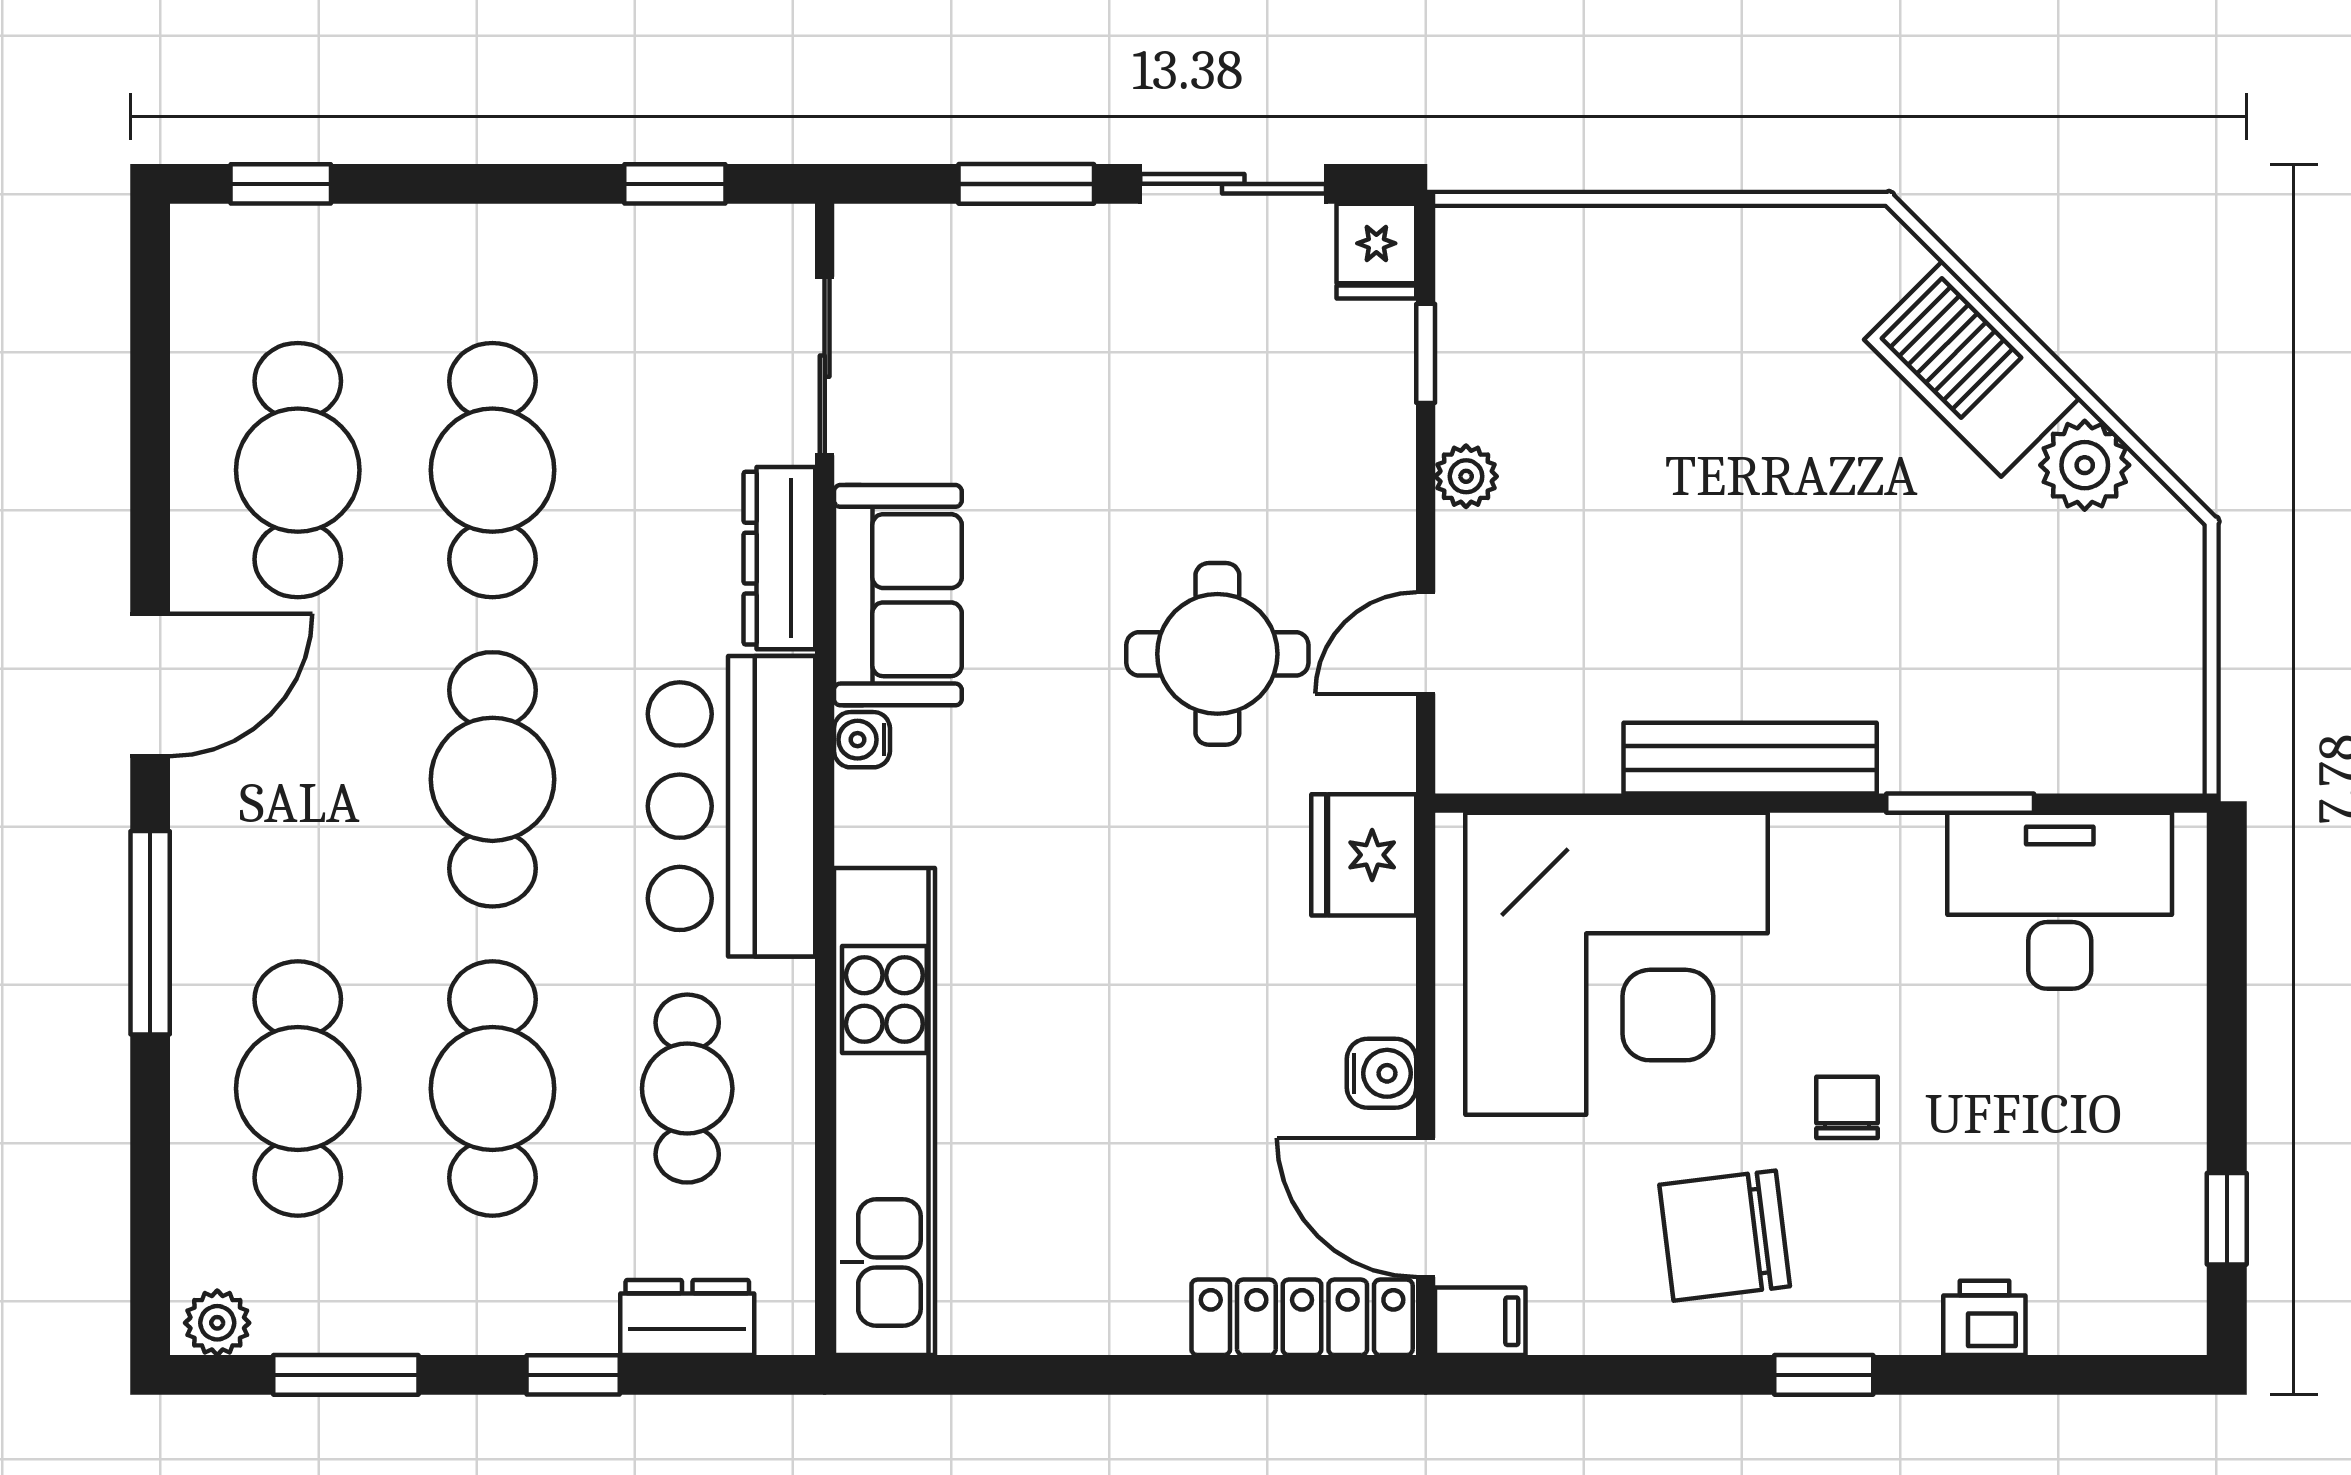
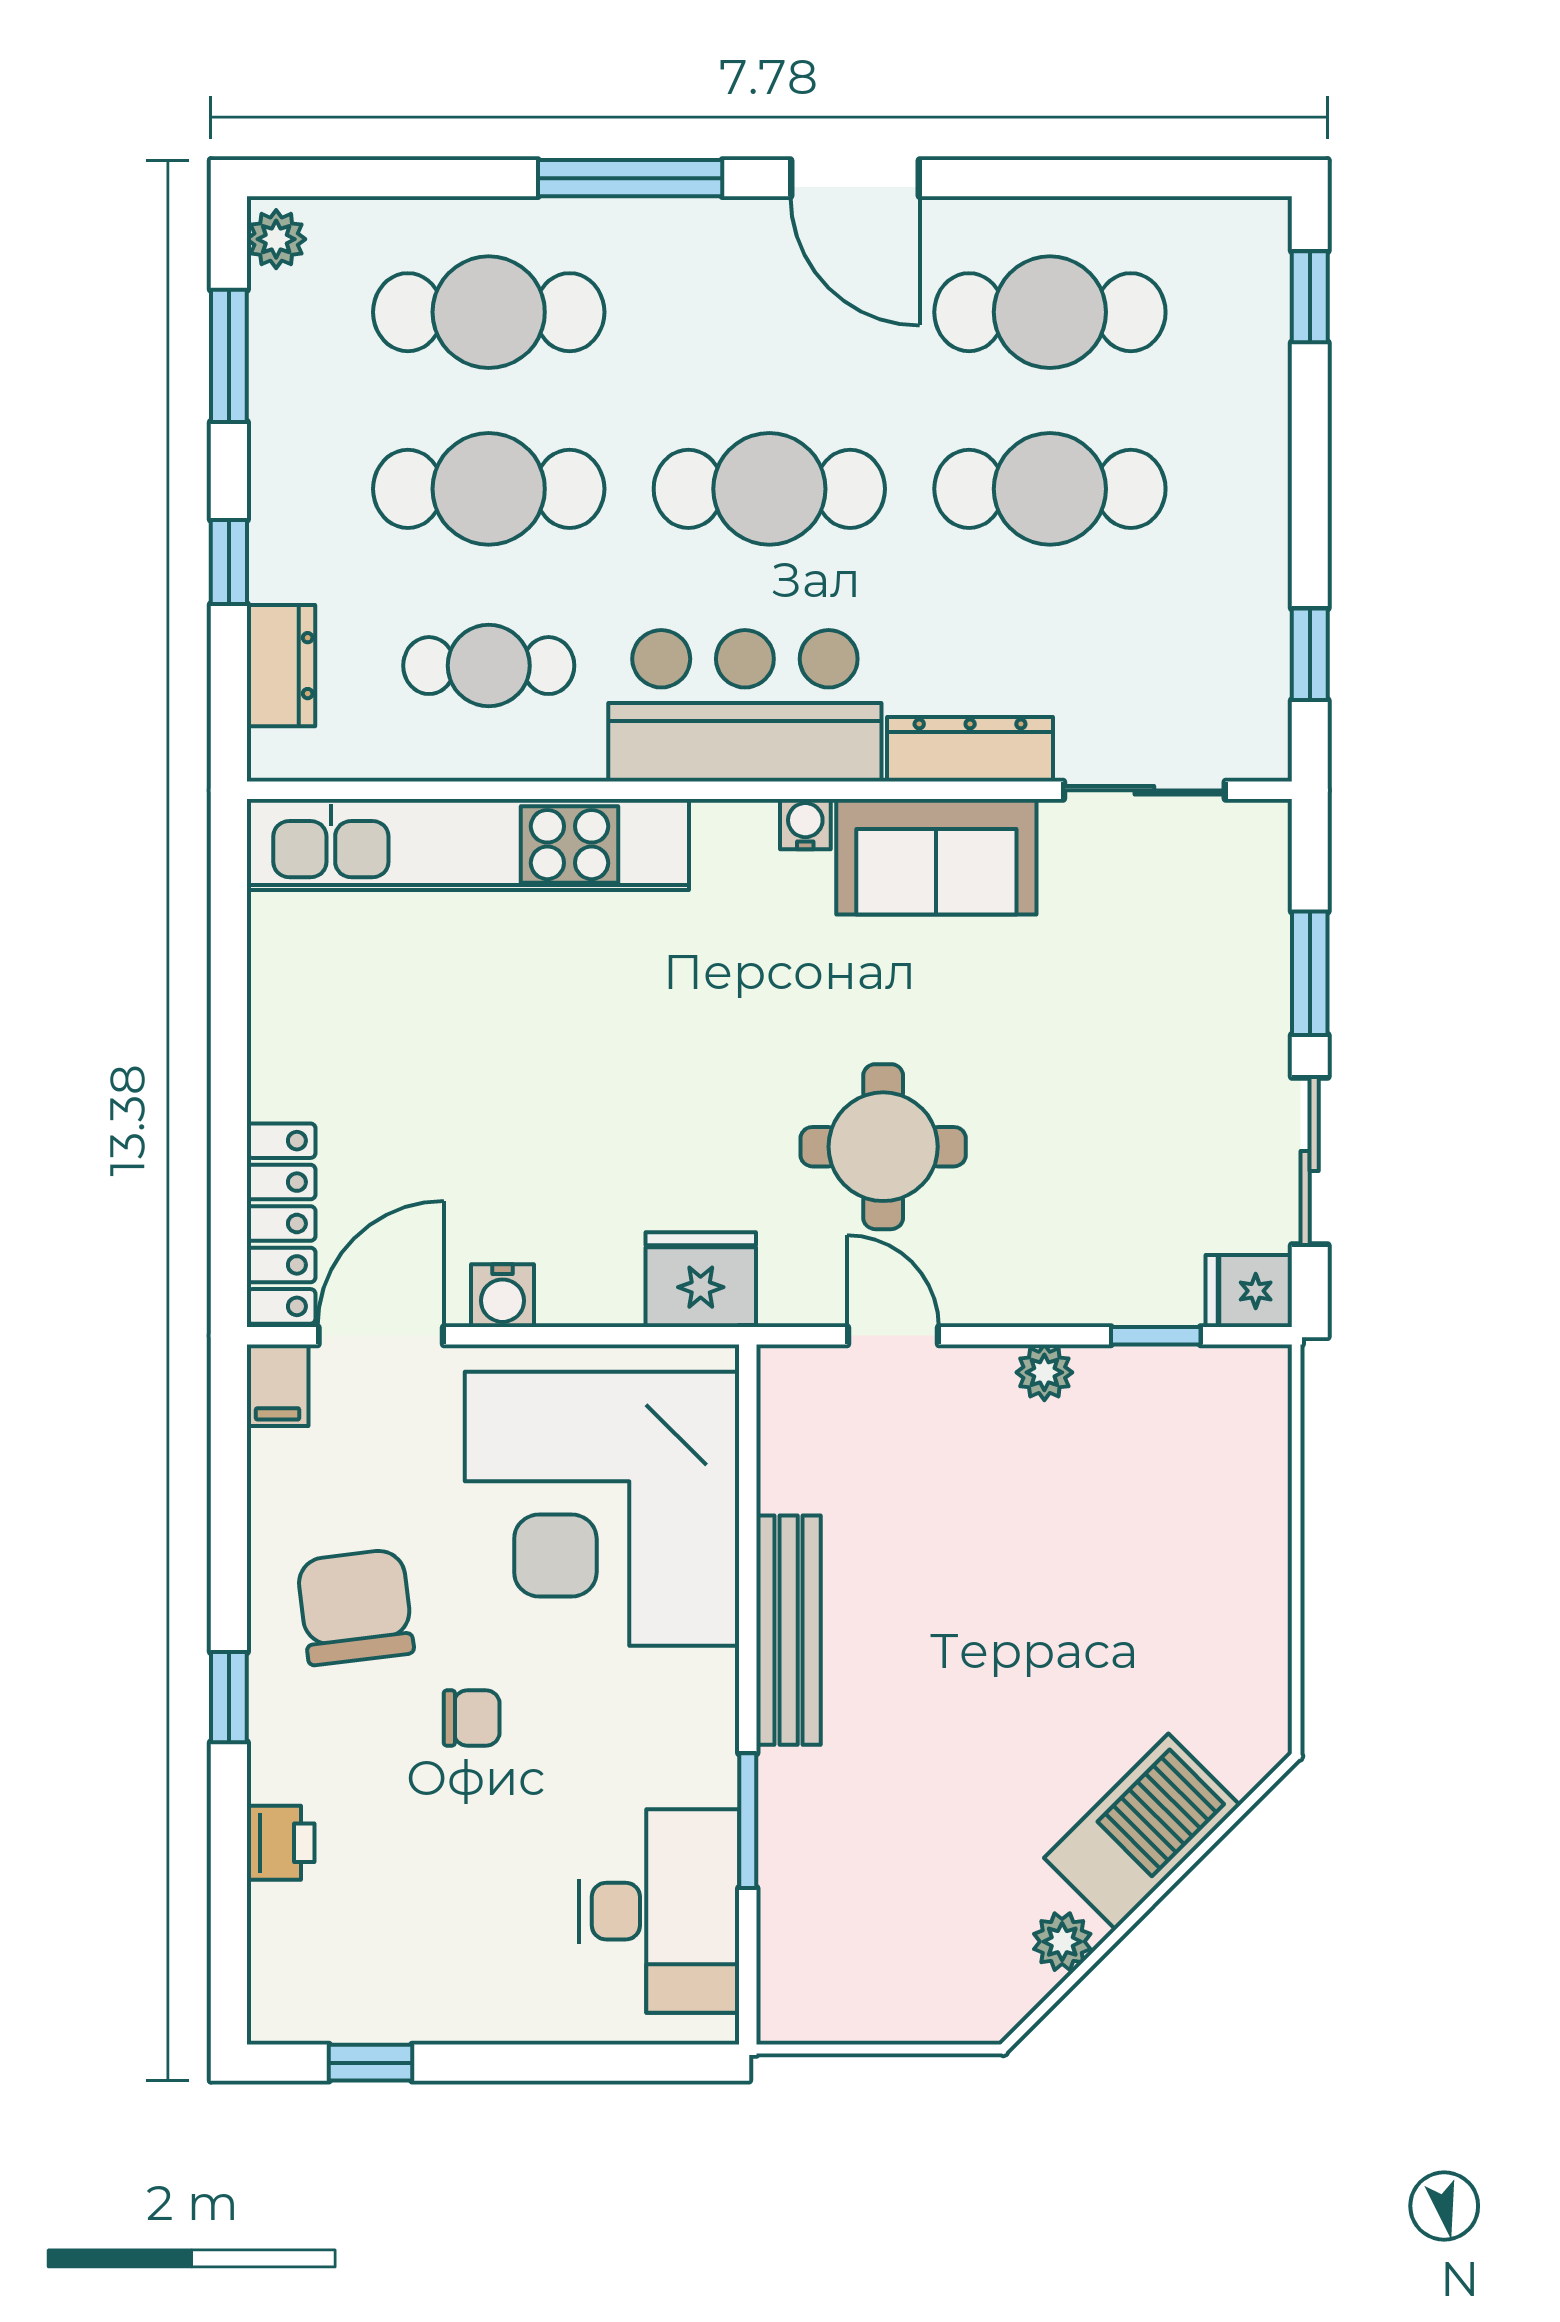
plant: (2085, 465) -> (1062, 1942), width x0.73, depth x0.73

